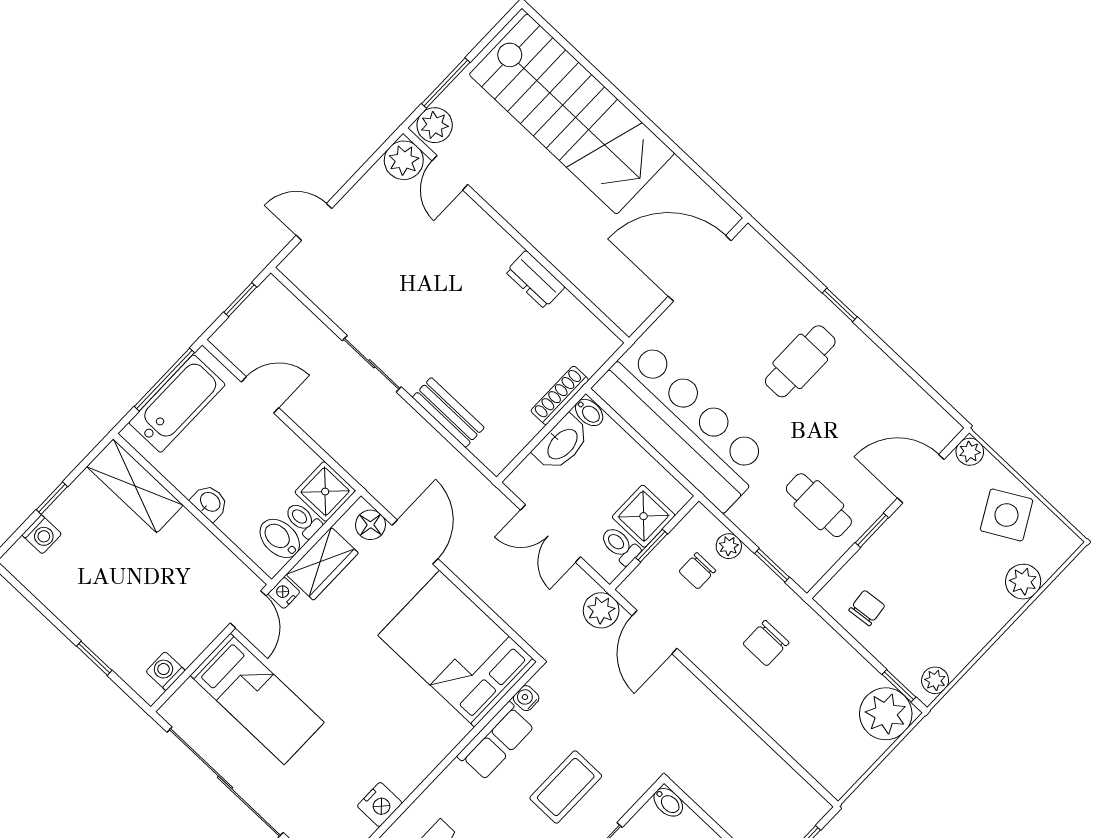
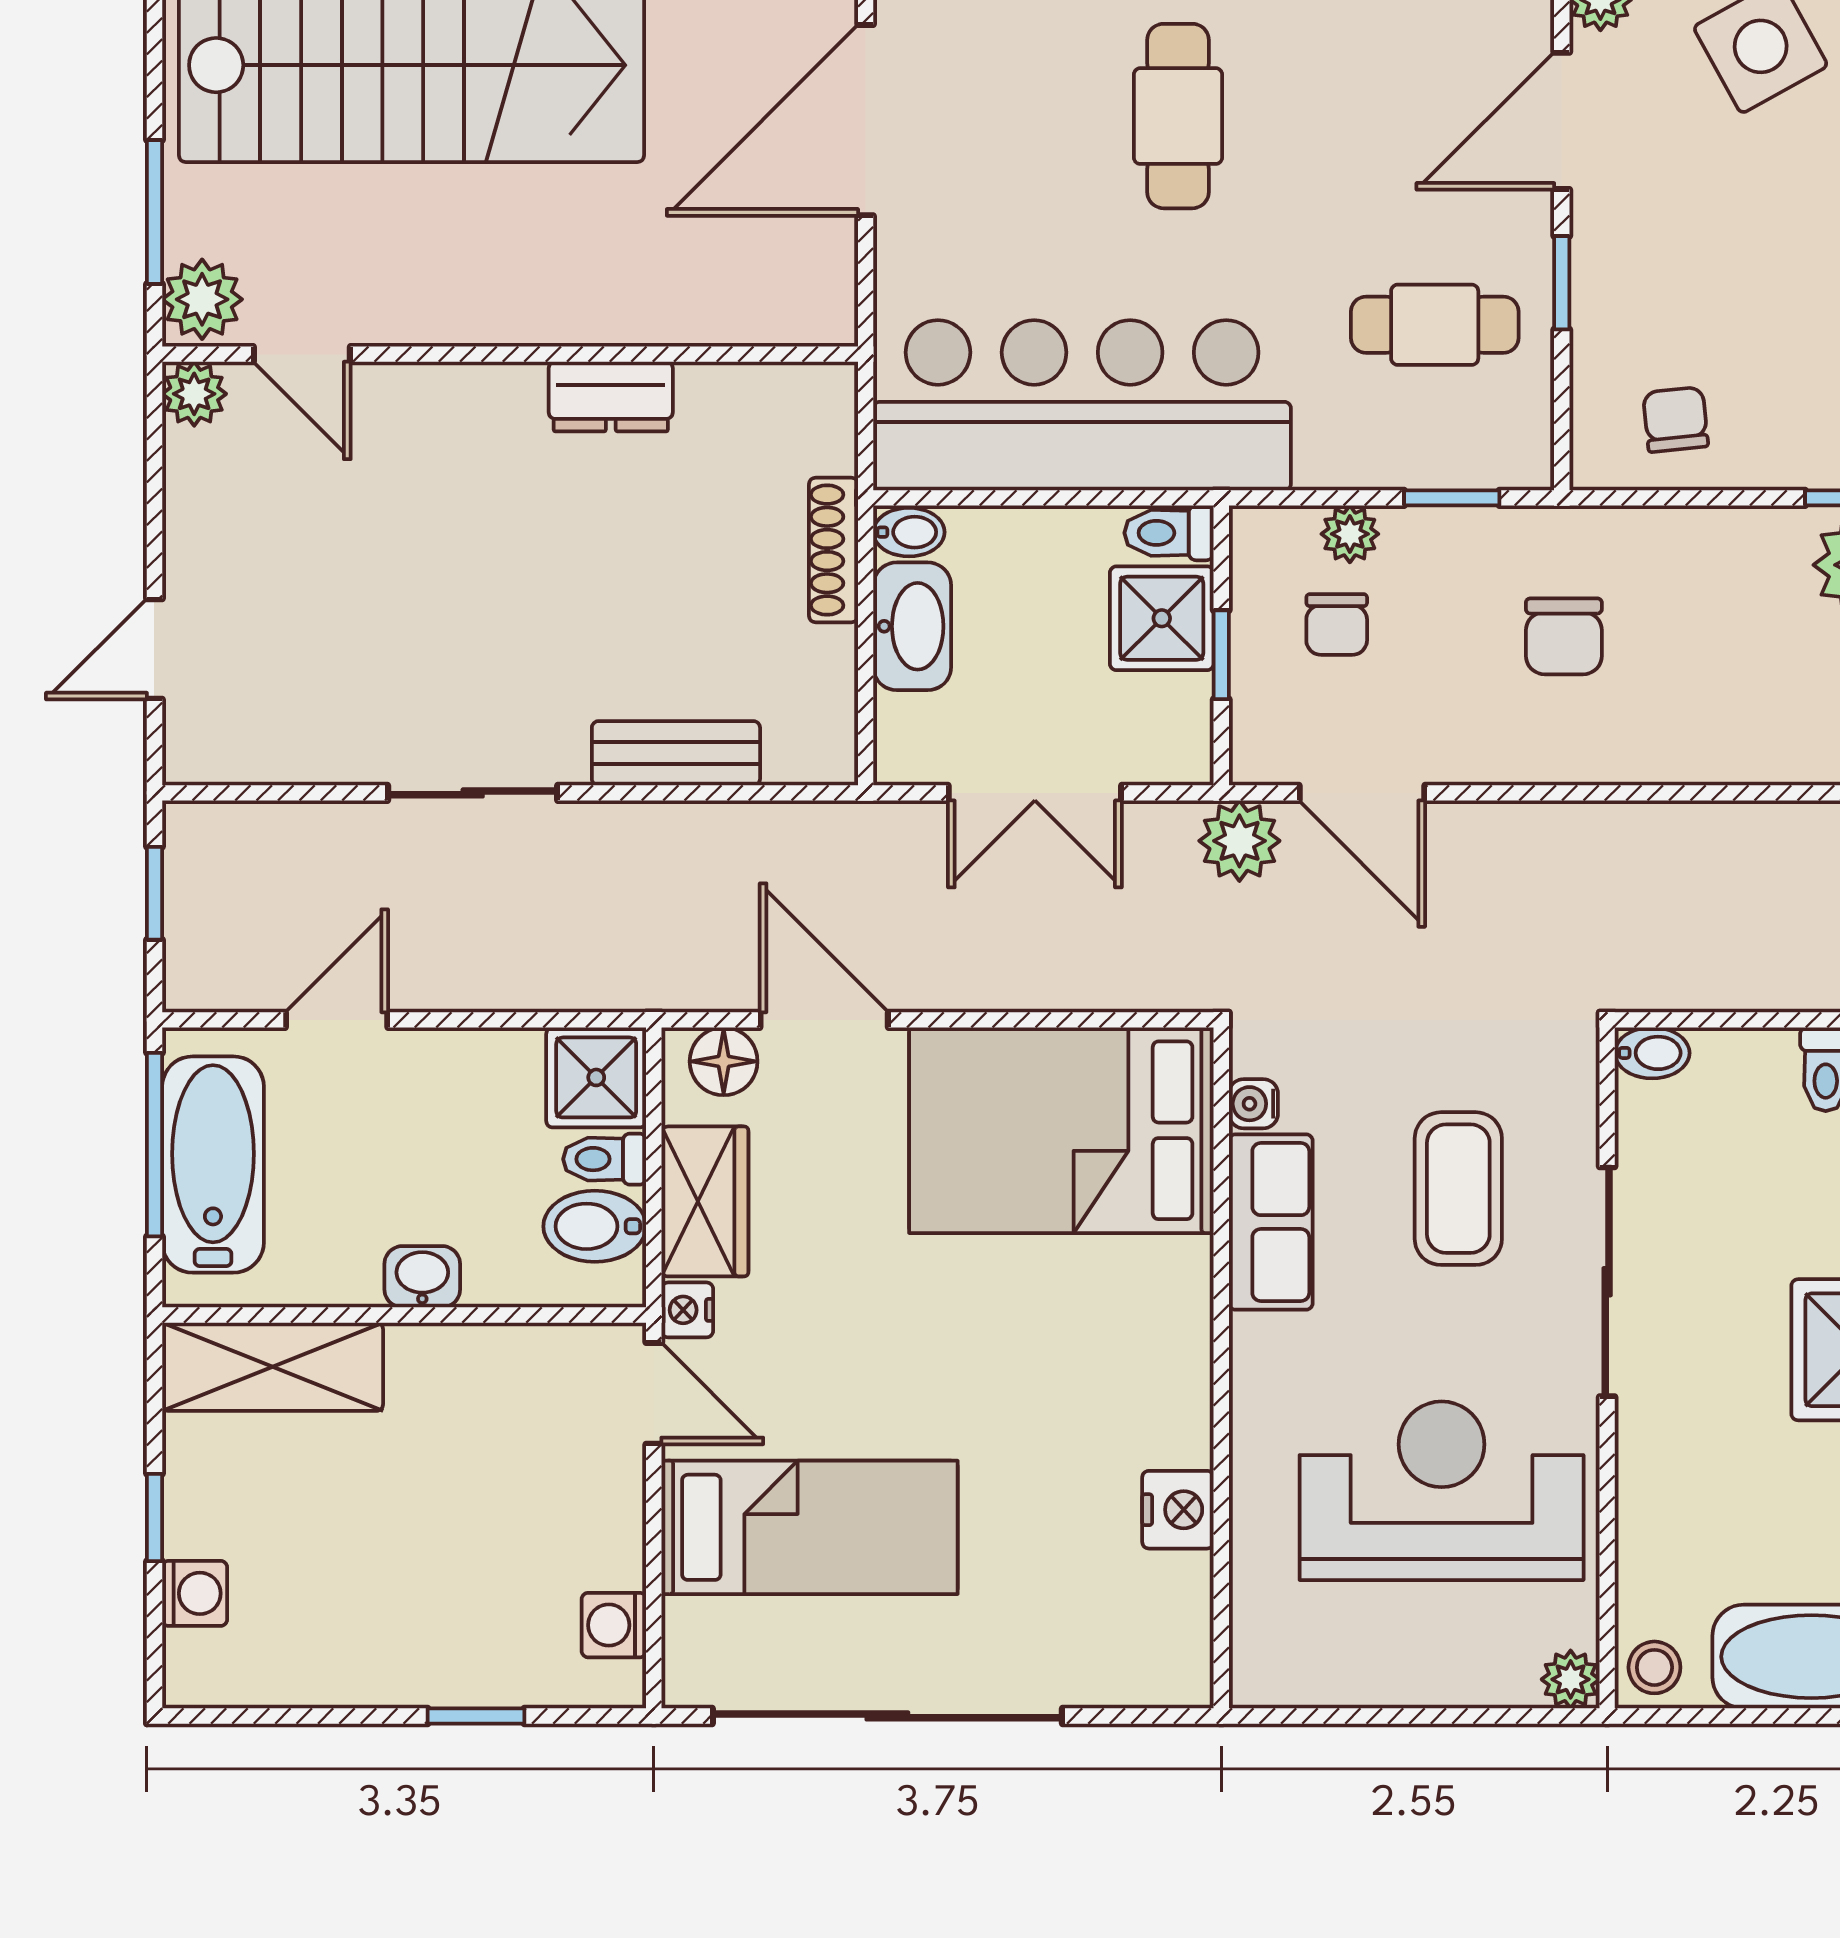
plant: (404, 160) -> (194, 394), width x0.73, depth x0.73
toilet: (620, 545) -> (1169, 533), moved

